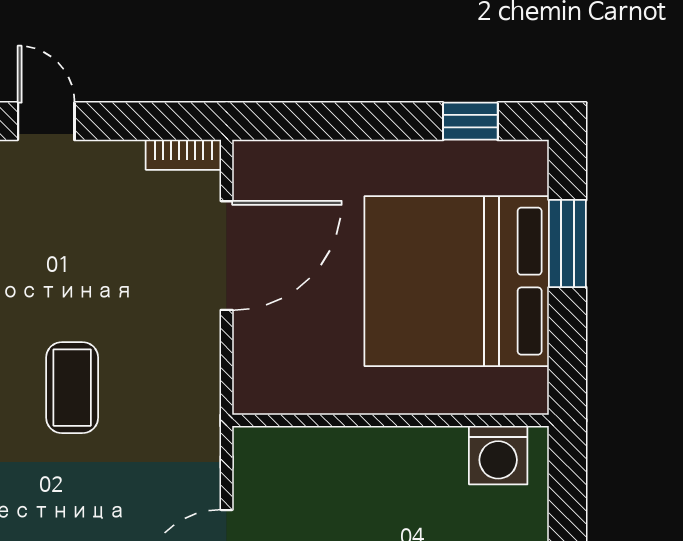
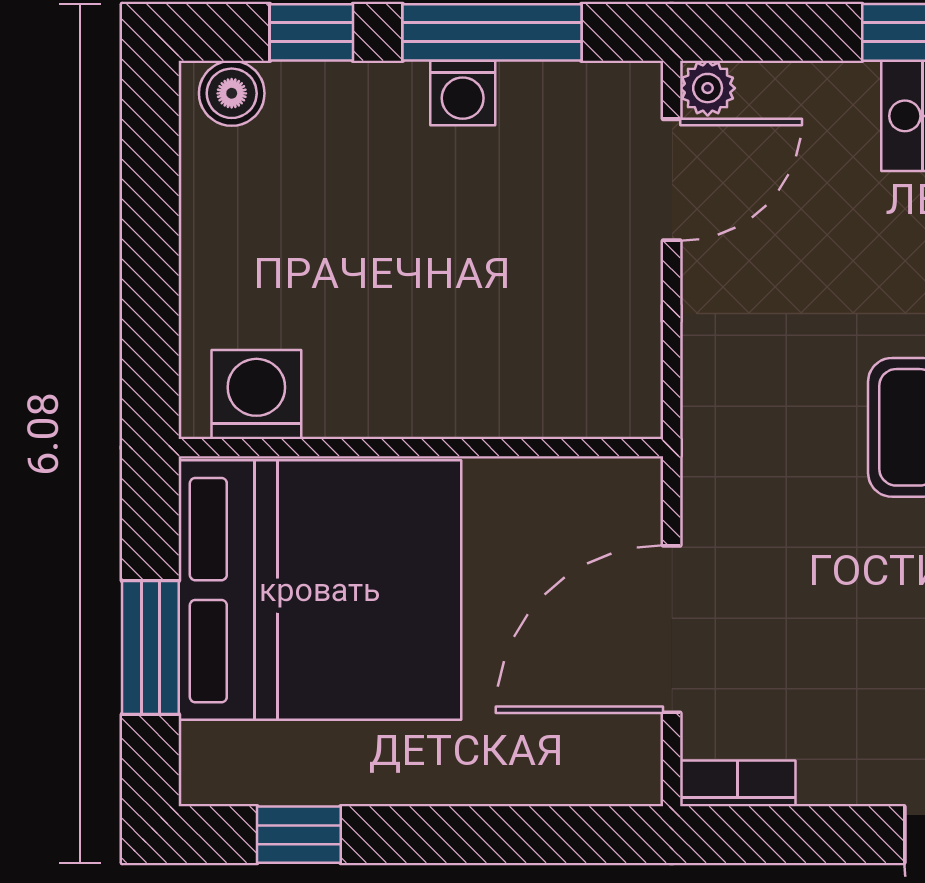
wall: (391, 420) -> (421, 448), moved
washing machine: (498, 455) -> (256, 394), moved

